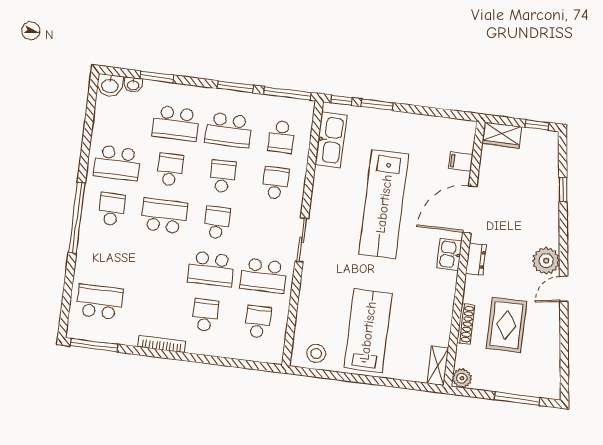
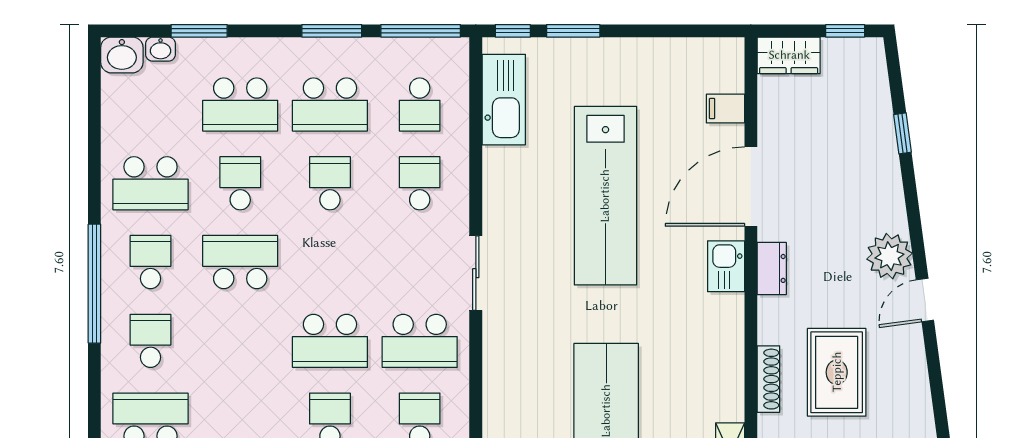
school desk: (217, 223) -> (151, 341), moved

